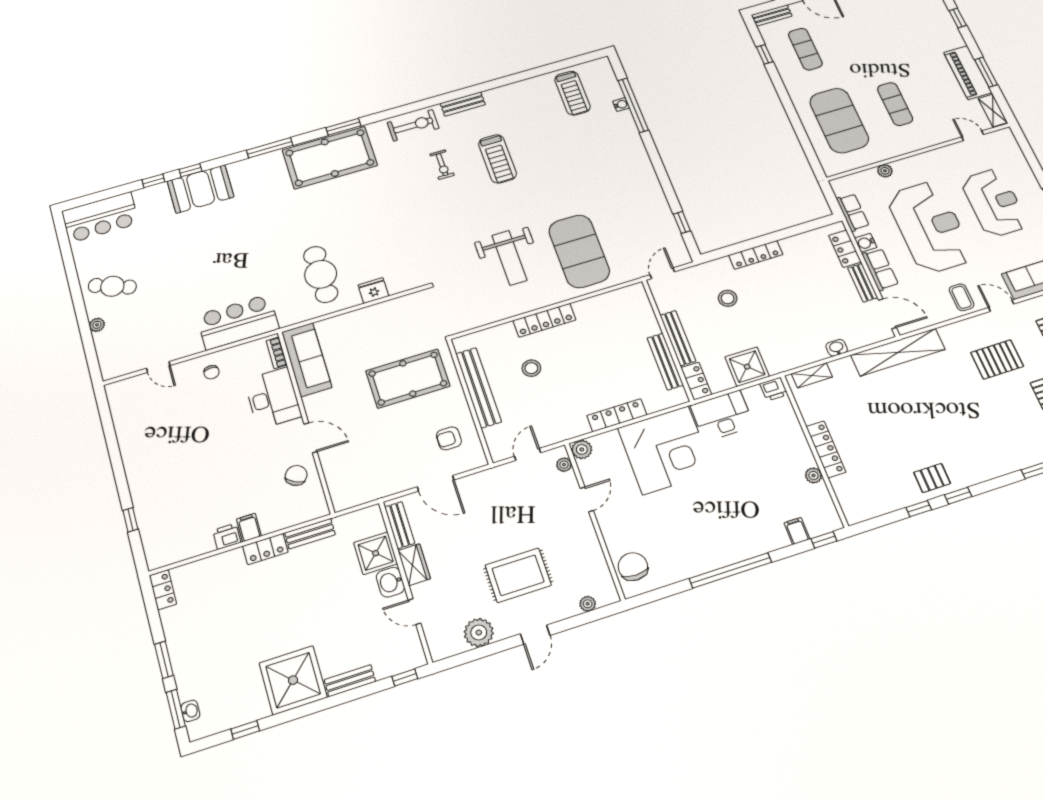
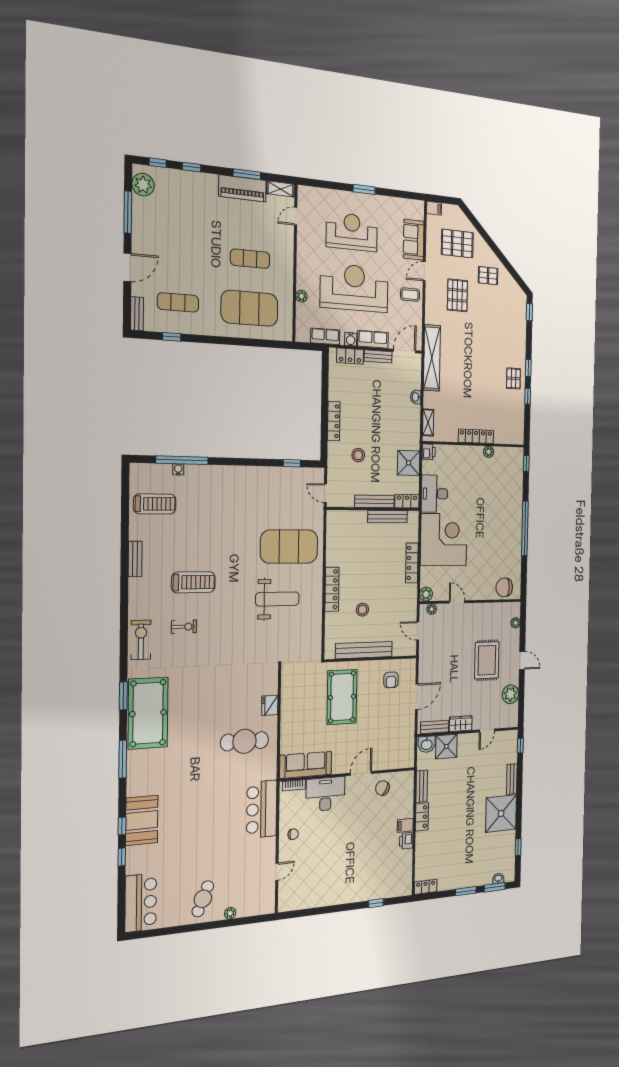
bench: (463, 104) -> (135, 559), moved
filing cabinet: (797, 531) -> (516, 478), removed
washbasin: (390, 582) -> (427, 744), moved

